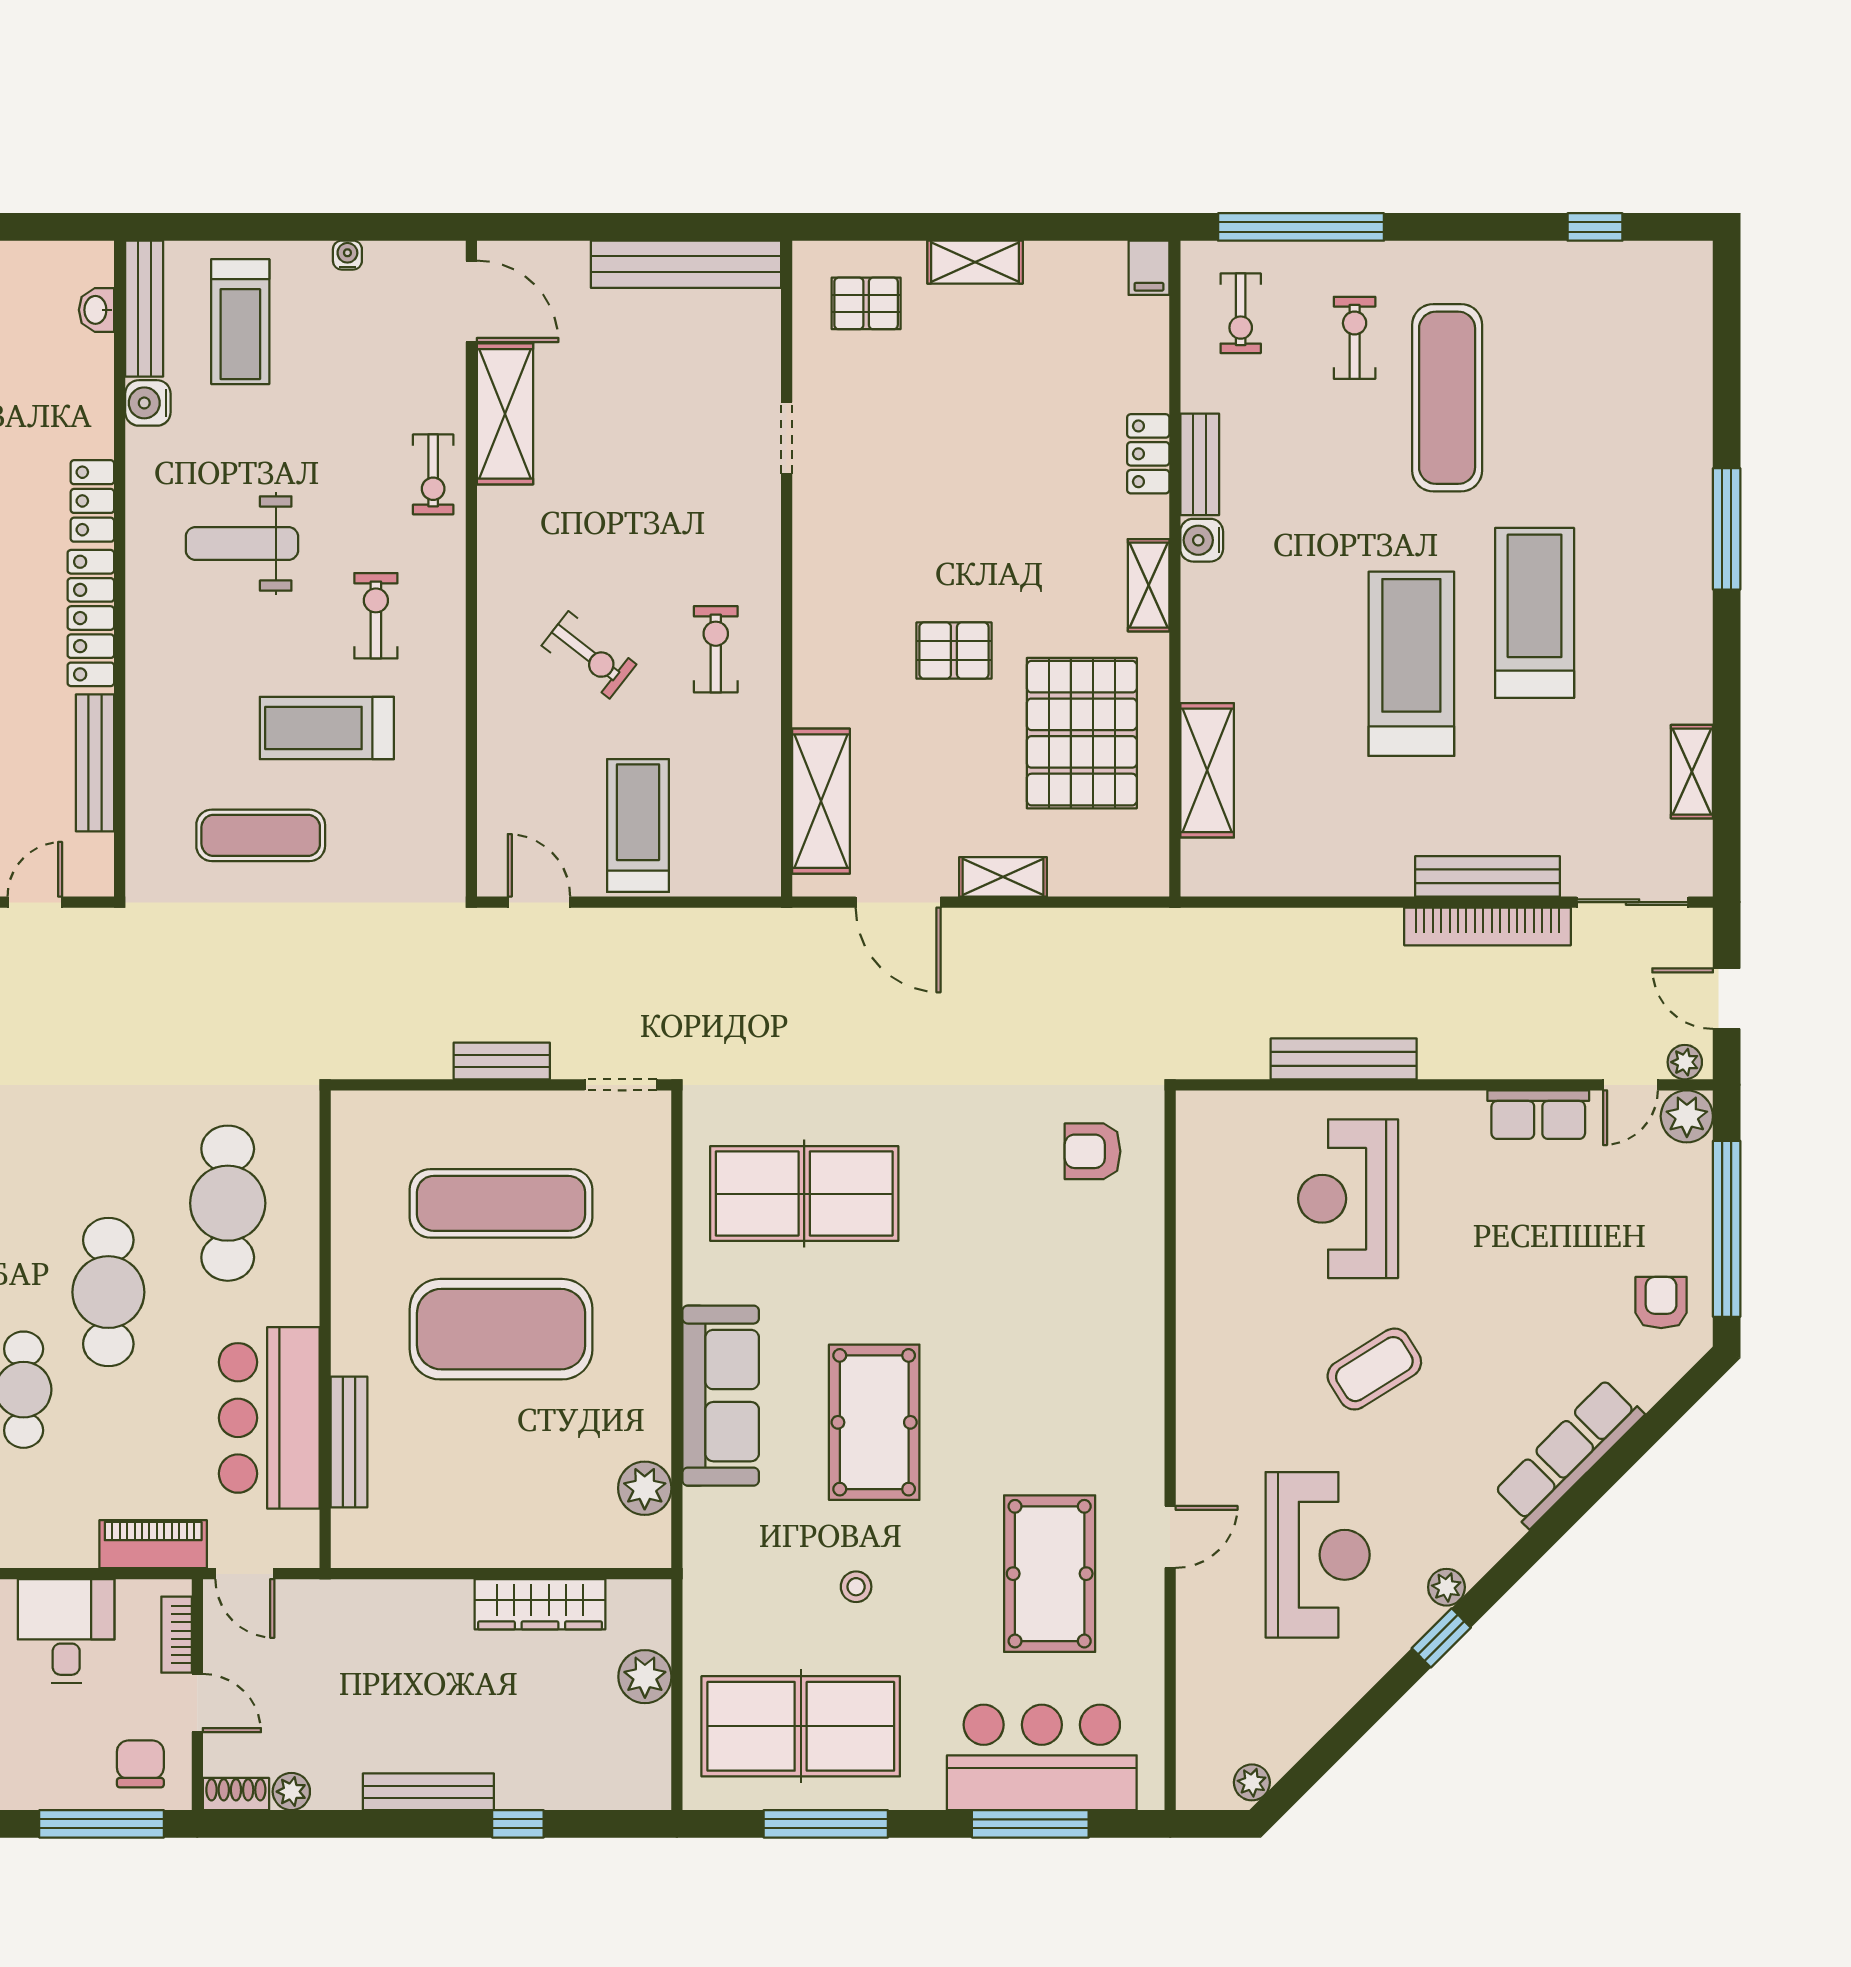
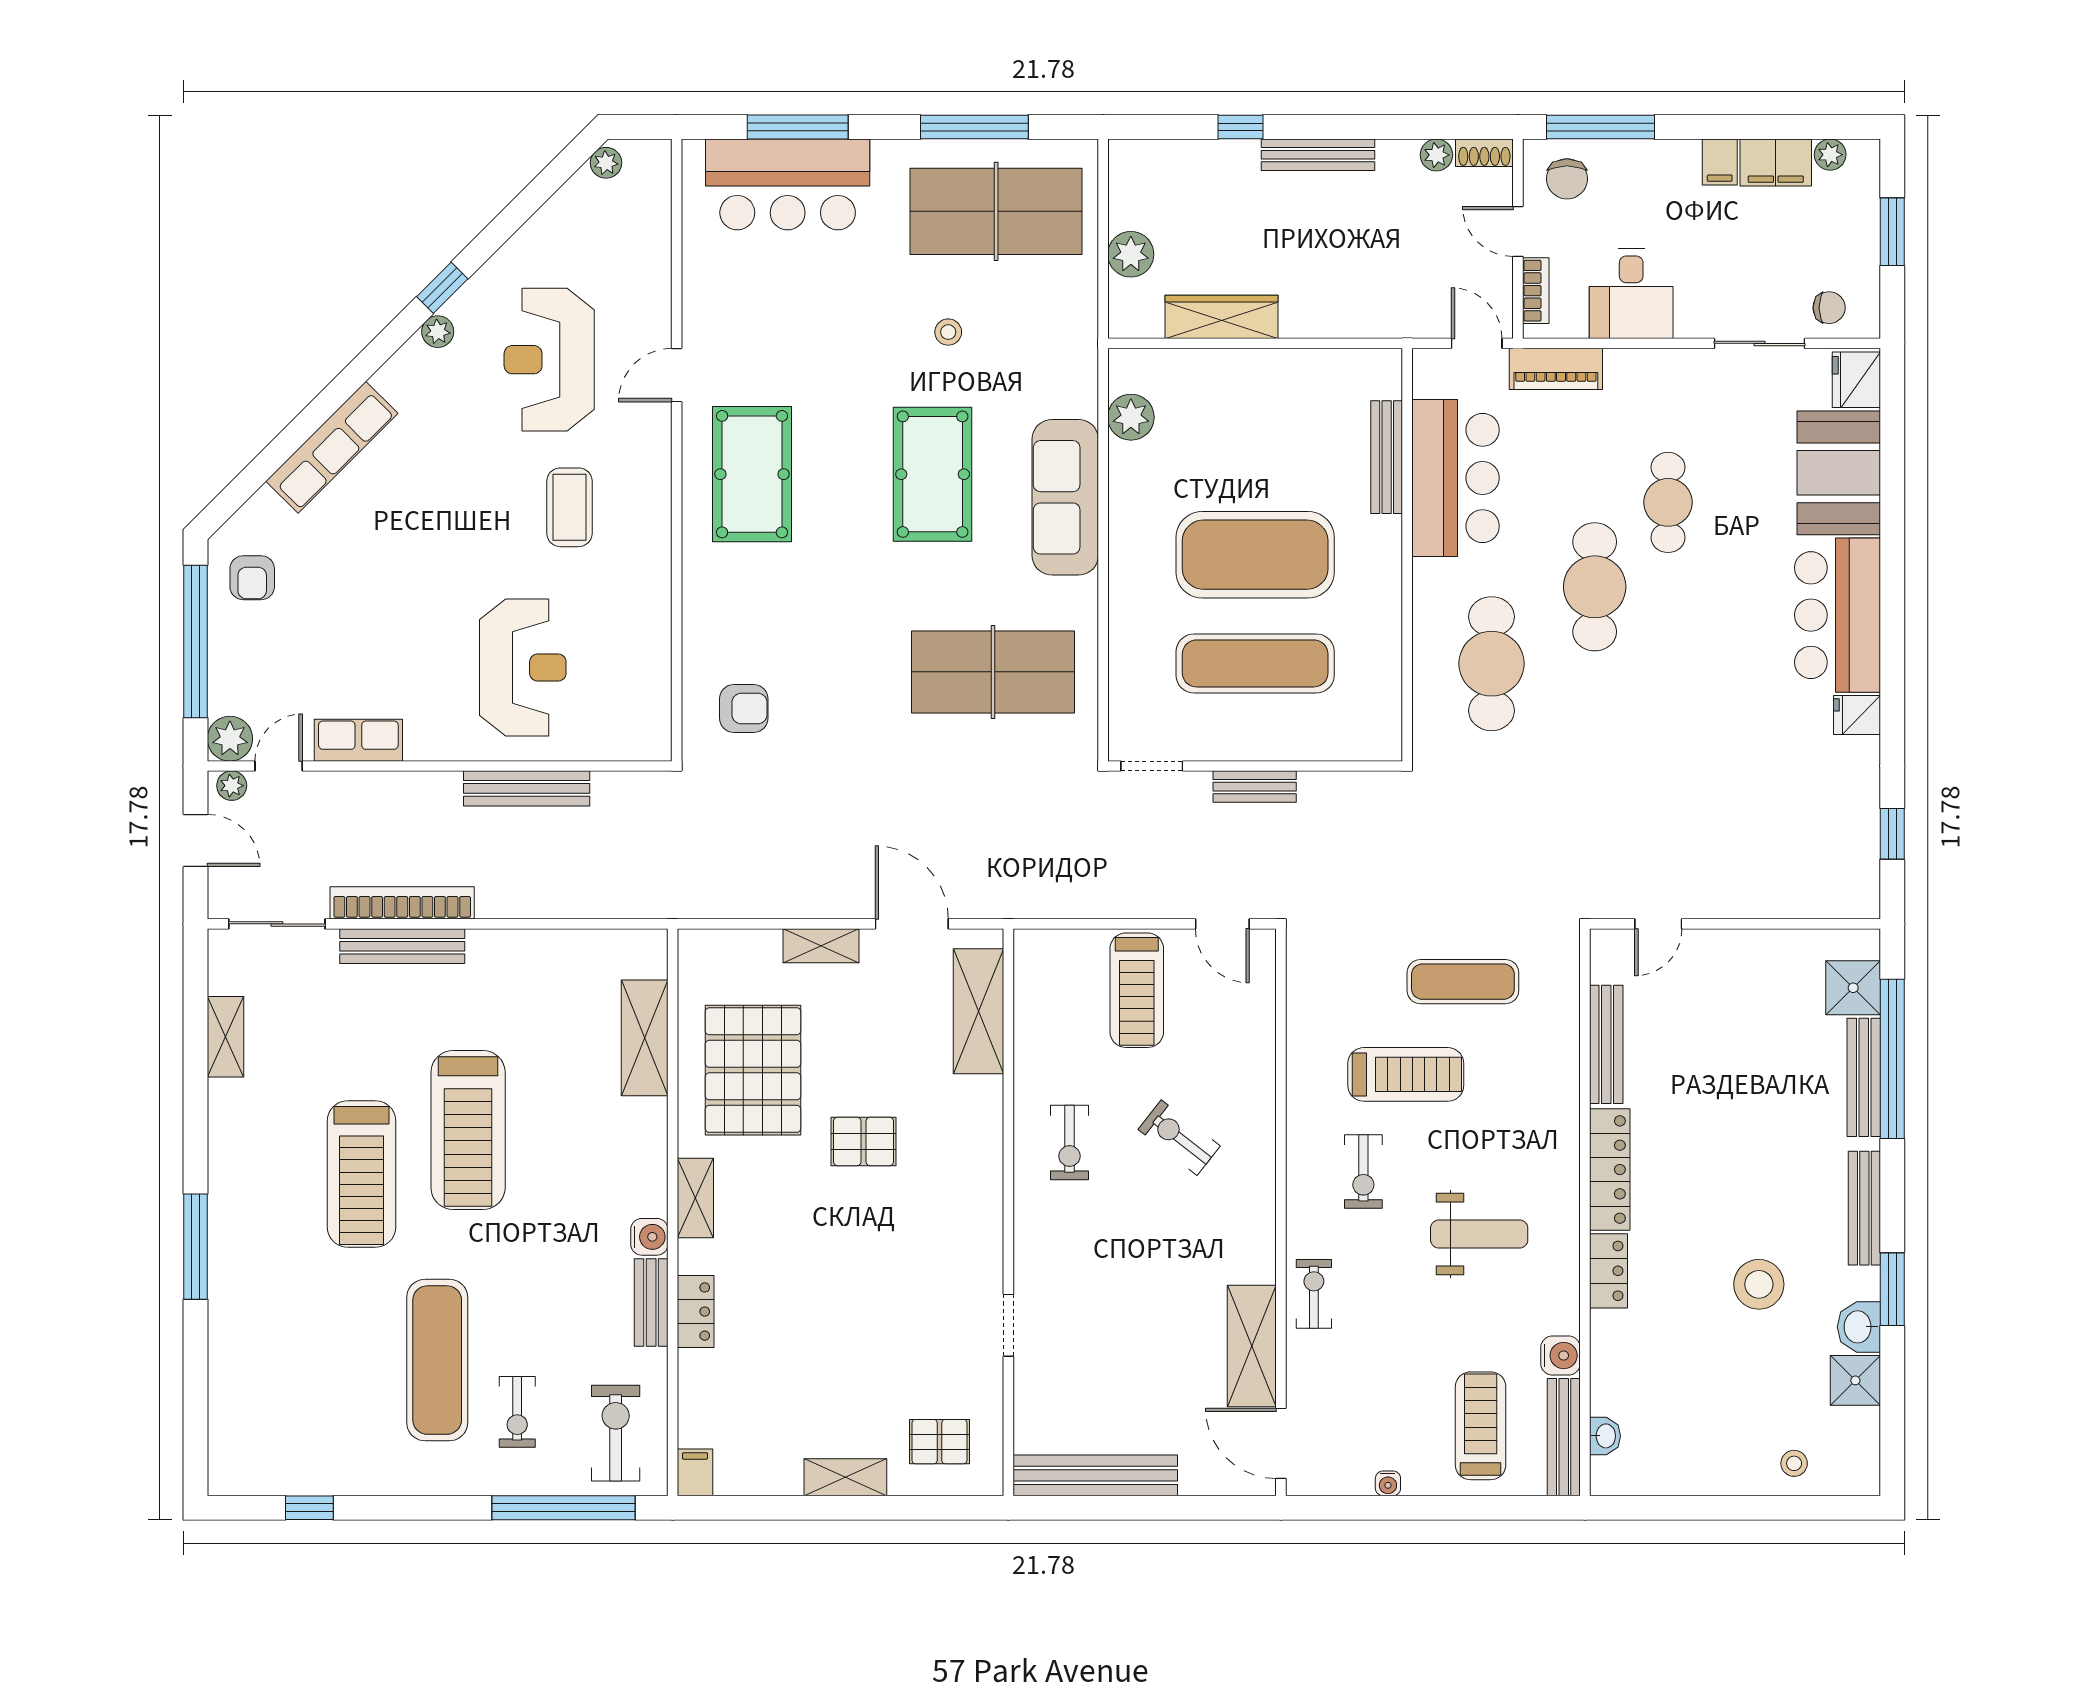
exercise bike: (1241, 313) -> (616, 1433), width x1.38, depth x1.39
coffee table: (1374, 1369) -> (569, 507), moved, turned -58
pool table: (1050, 1574) -> (752, 474), moved

